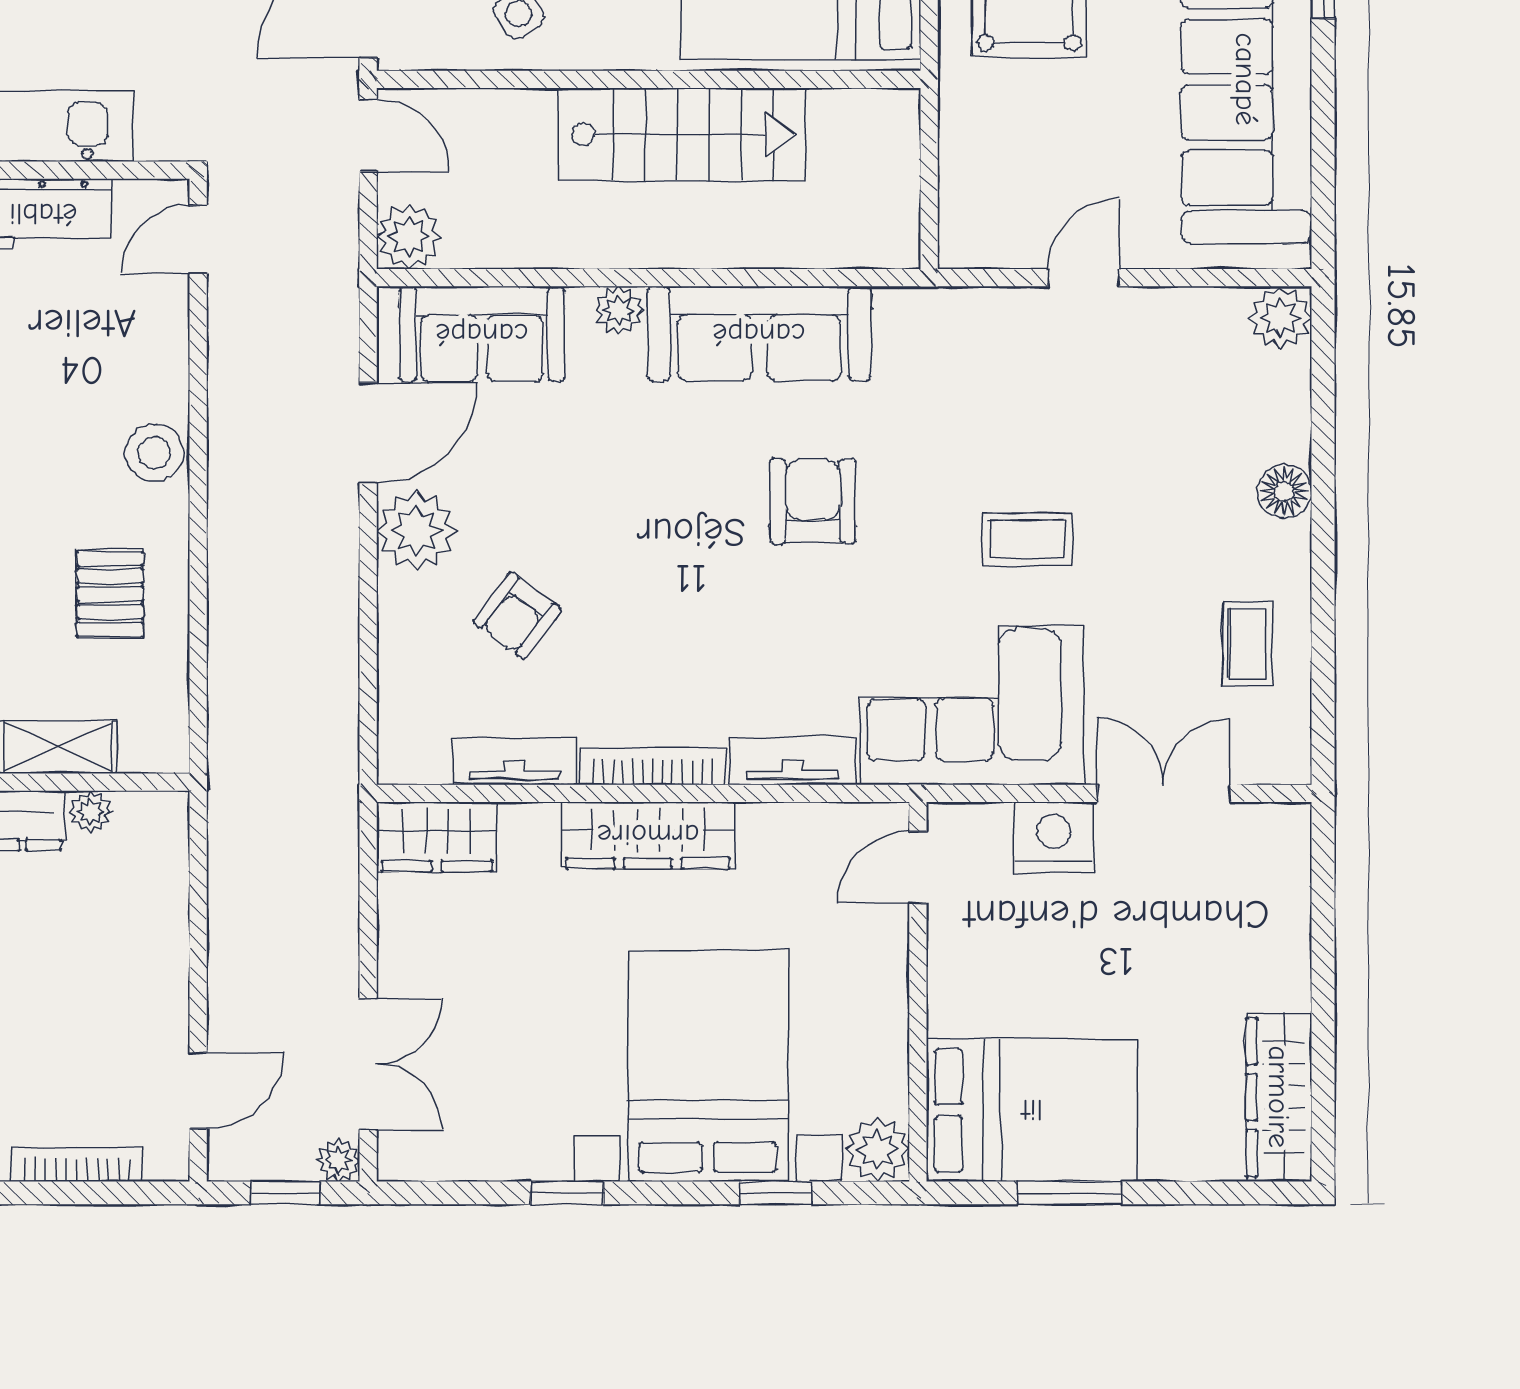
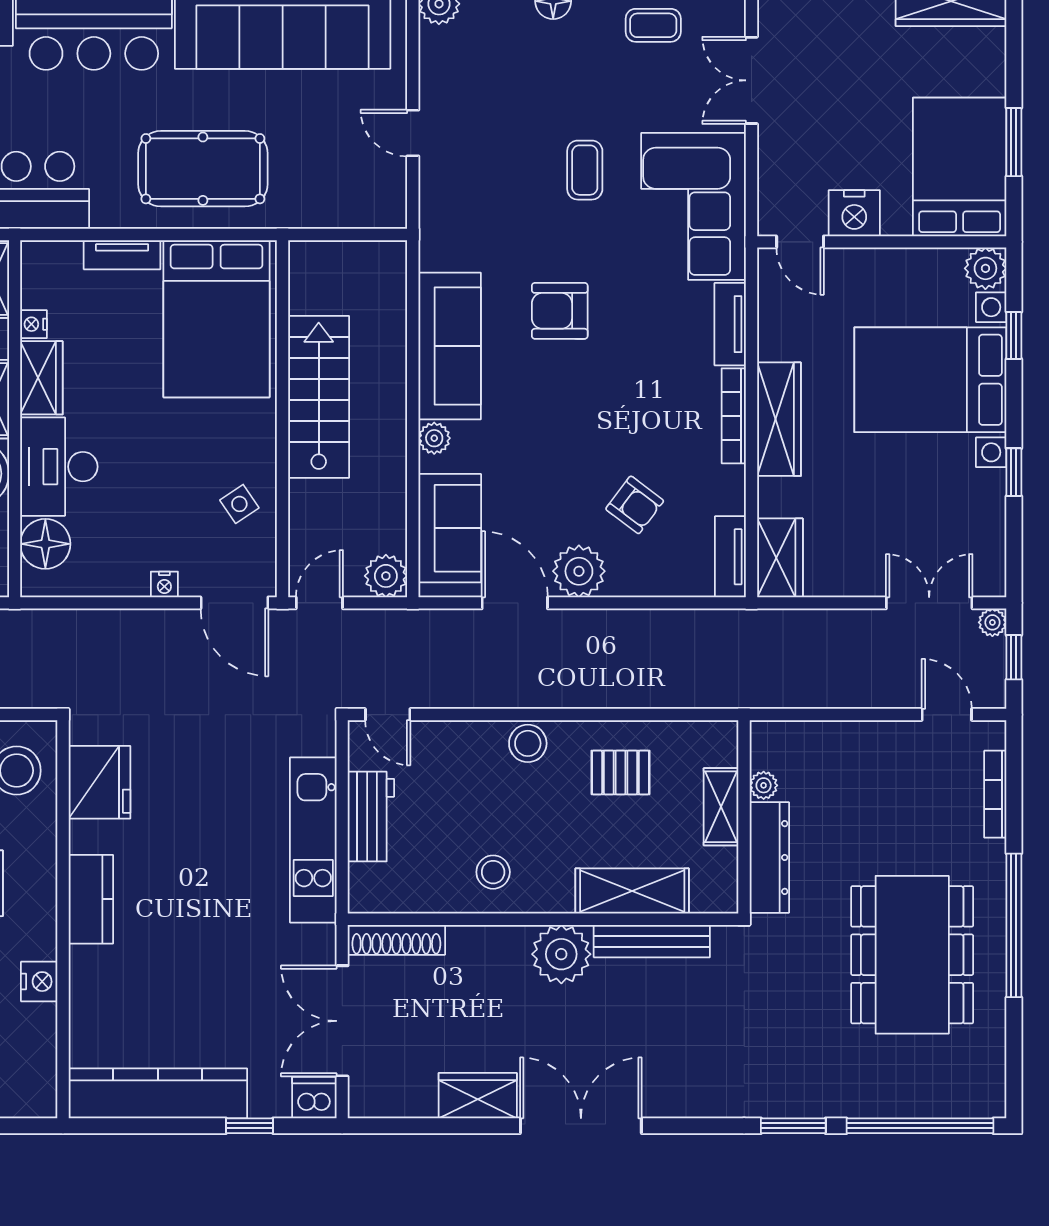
tv unit: (514, 761) -> (730, 557), moved
nightstand: (1054, 837) -> (854, 213), moved, turned -90

